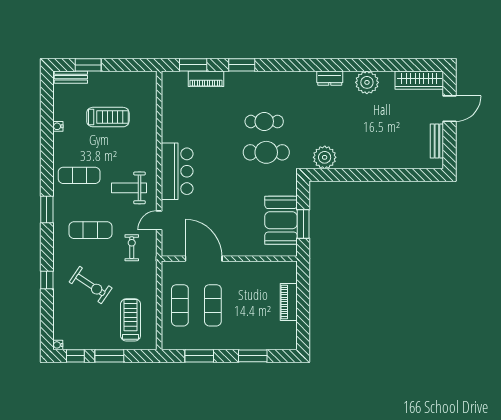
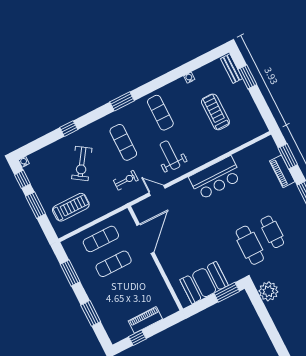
treadmill: (108, 117) -> (215, 112), turned 180
bar counter: (177, 171) -> (216, 178), moved
window: (303, 224) -> (227, 292), moved
window: (303, 320) -> (137, 338), added

